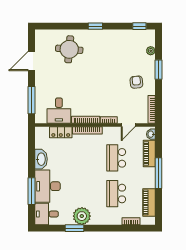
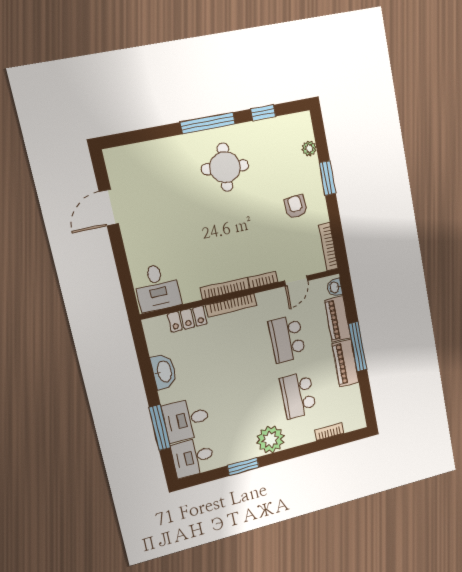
window: (95, 26) -> (208, 123), width x2.17
window: (139, 26) -> (263, 113), moved
round table: (69, 49) -> (225, 167), moved
window: (32, 100) -> (125, 276), removed
desk: (59, 111) -> (157, 288), moved
desk: (48, 186) -> (186, 420), width x0.73
piano: (149, 202) -> (345, 363), moved
plant: (82, 216) -> (270, 439), moved

